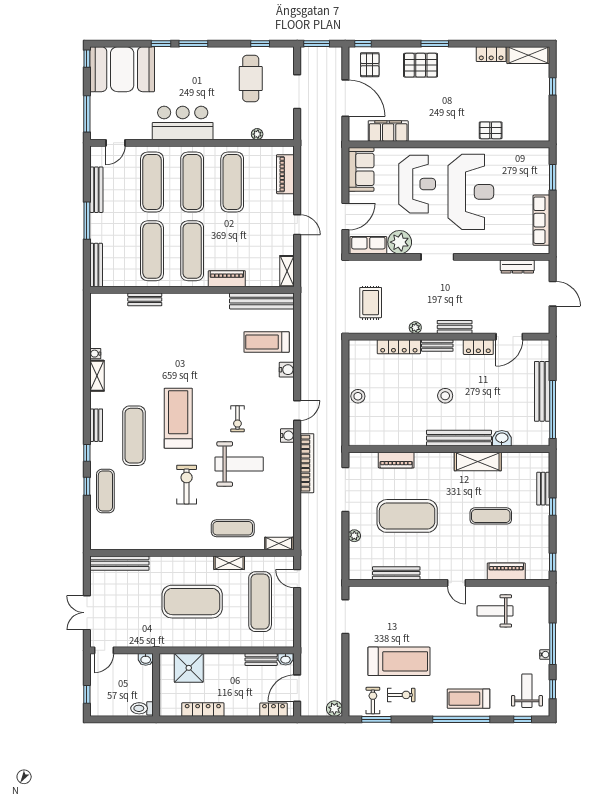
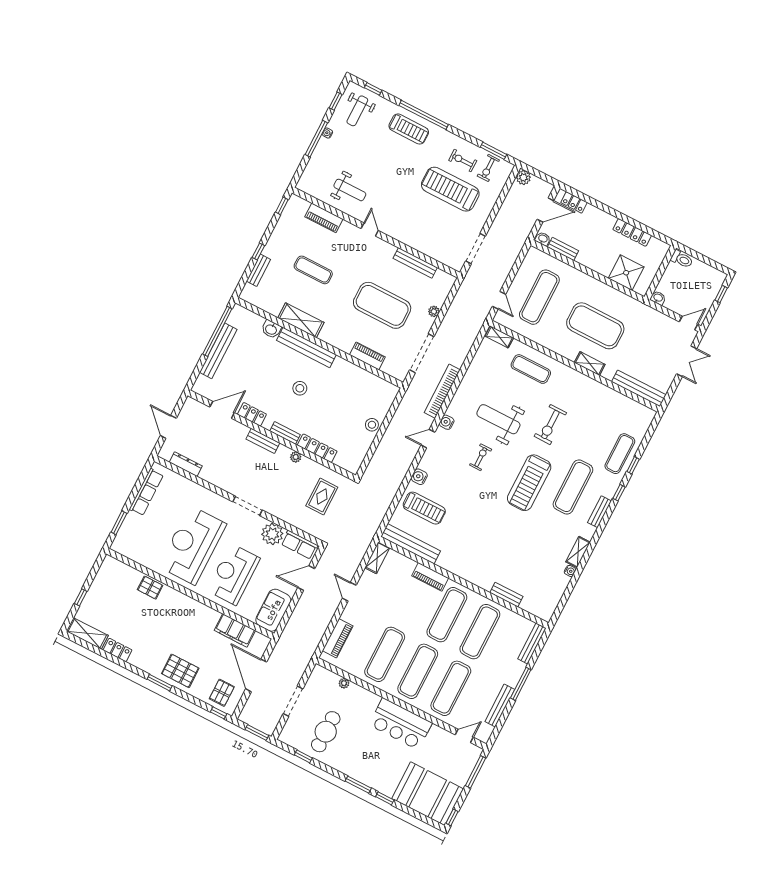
shelving: (229, 563) -> (590, 363), moved

